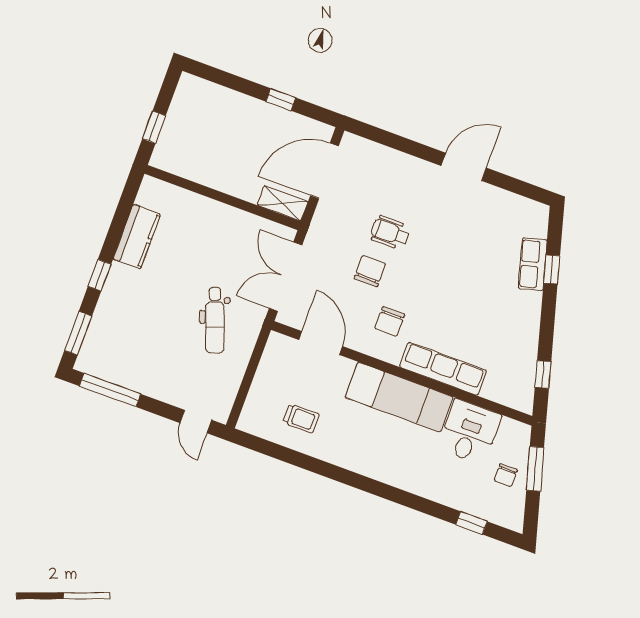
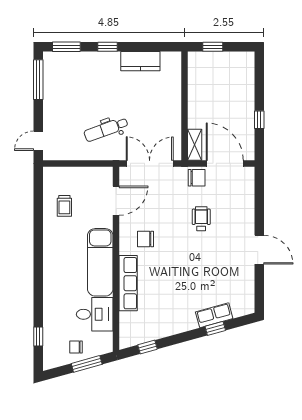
chair: (370, 271) -> (197, 178), moved

